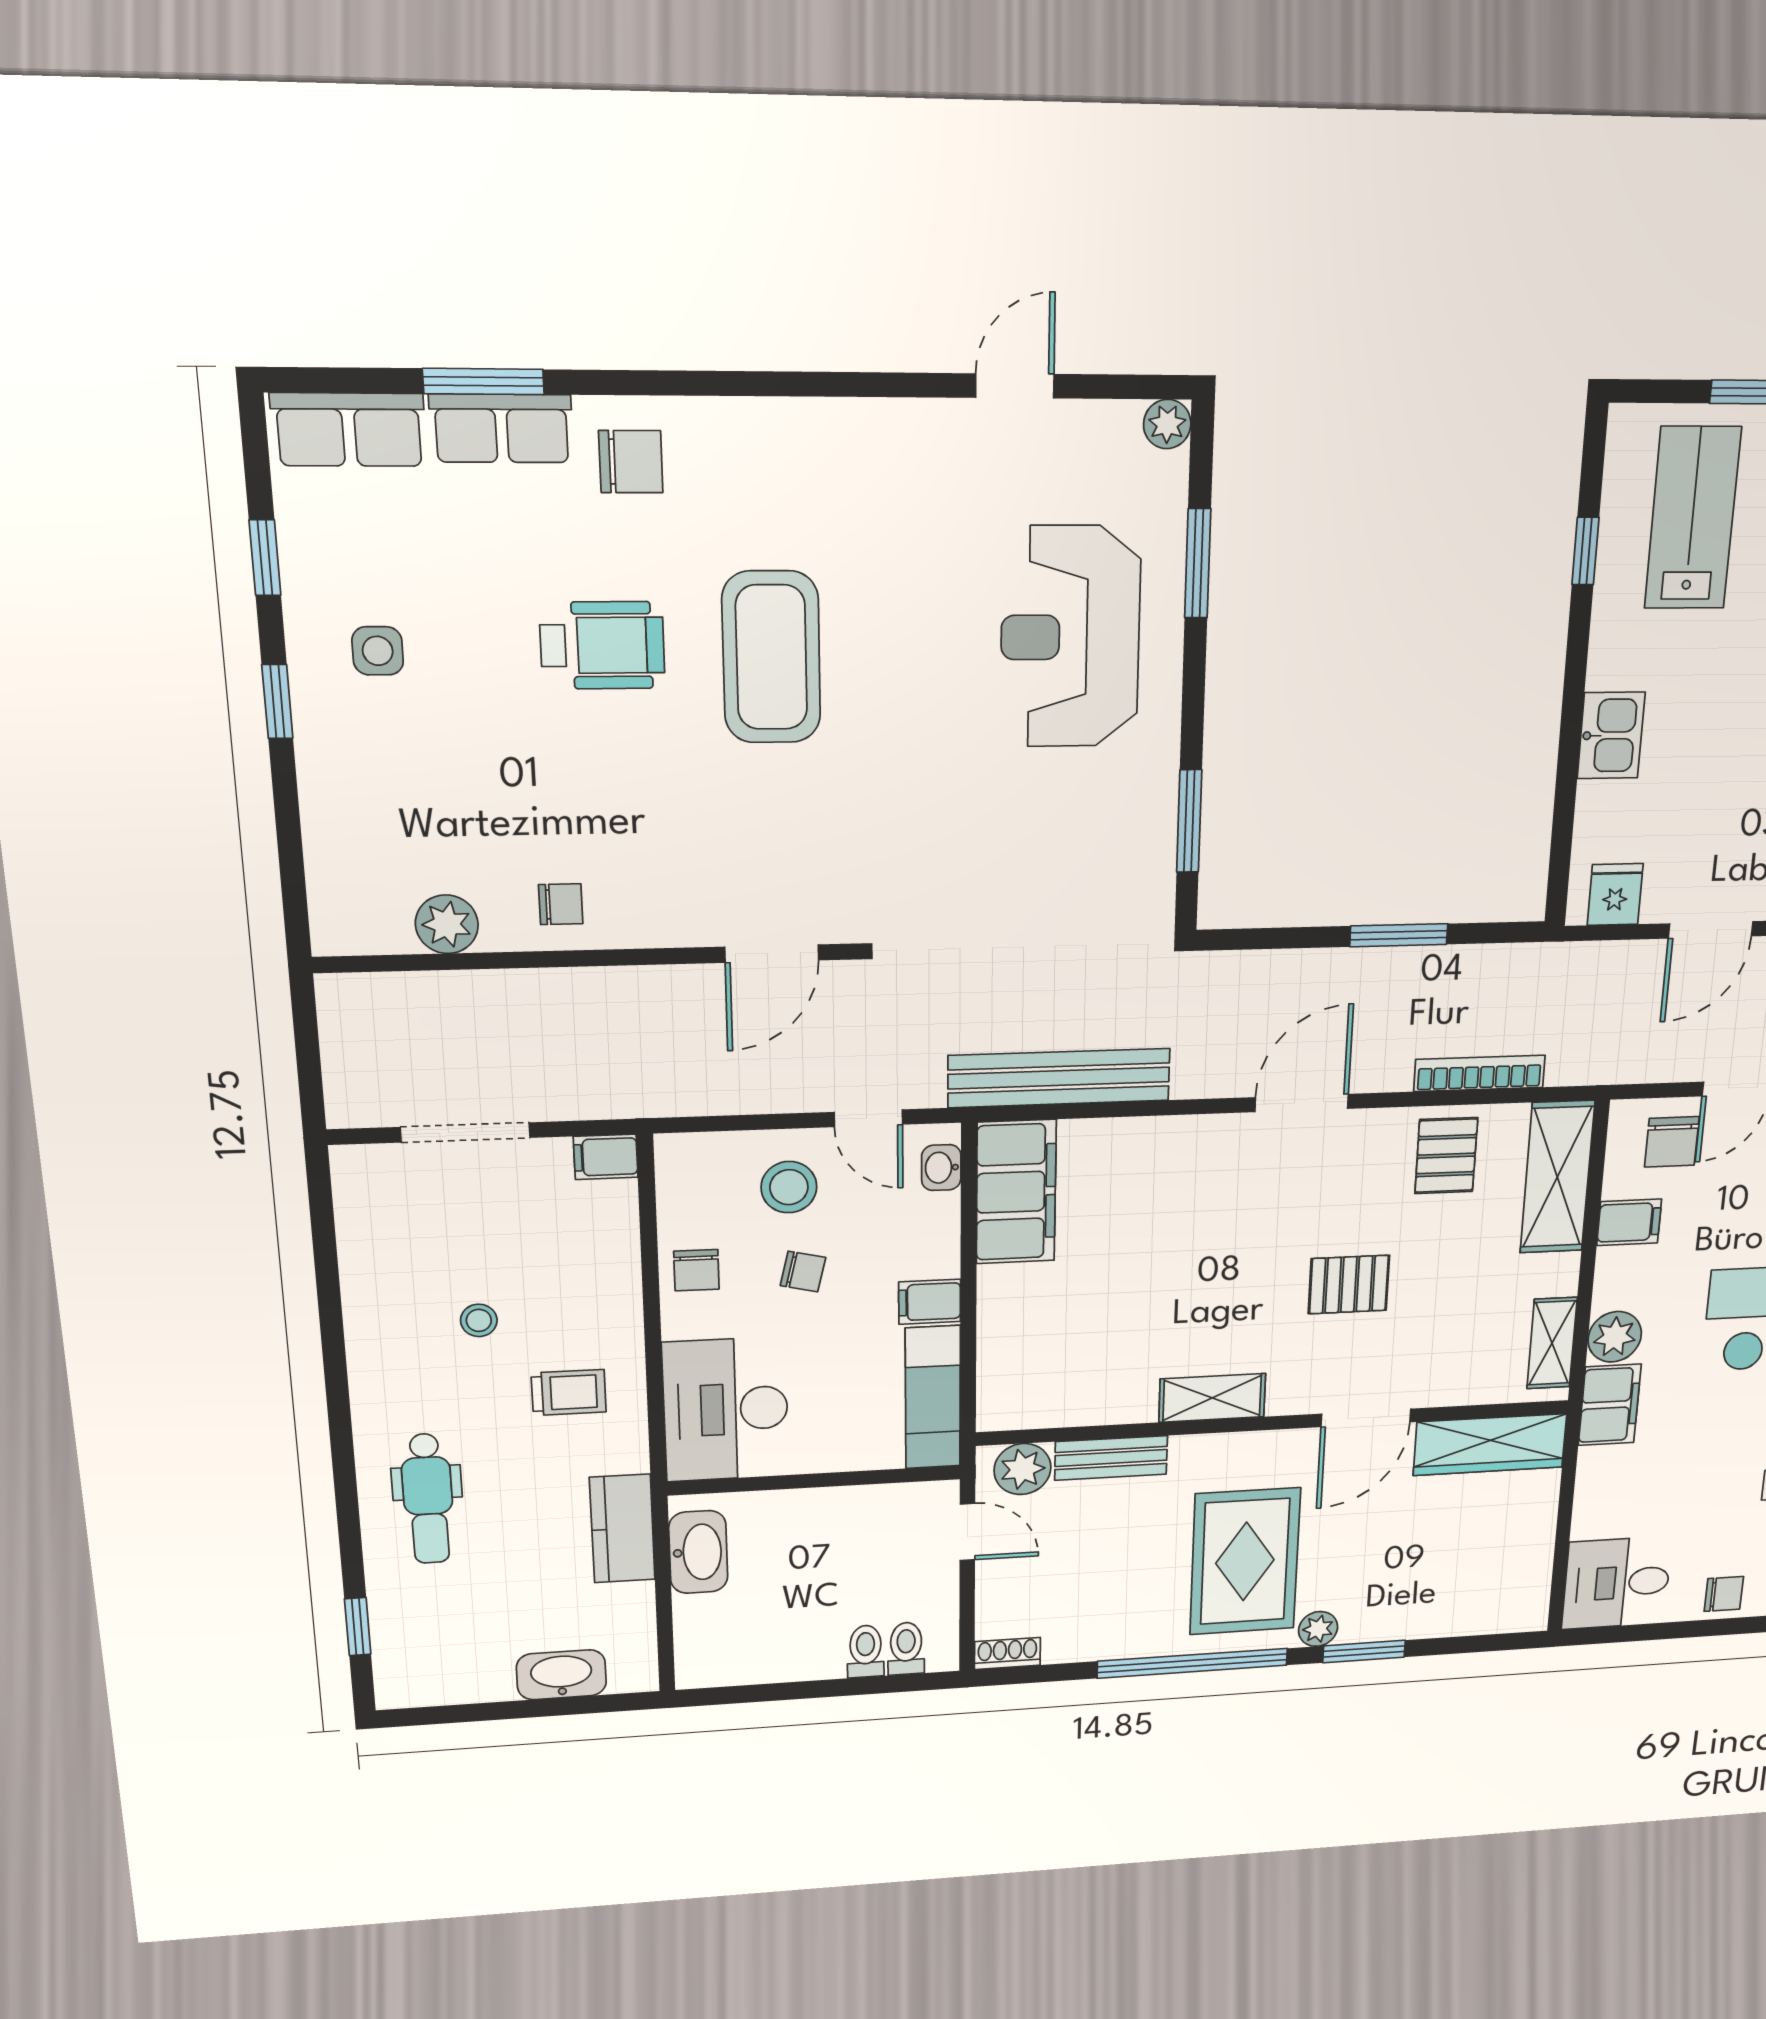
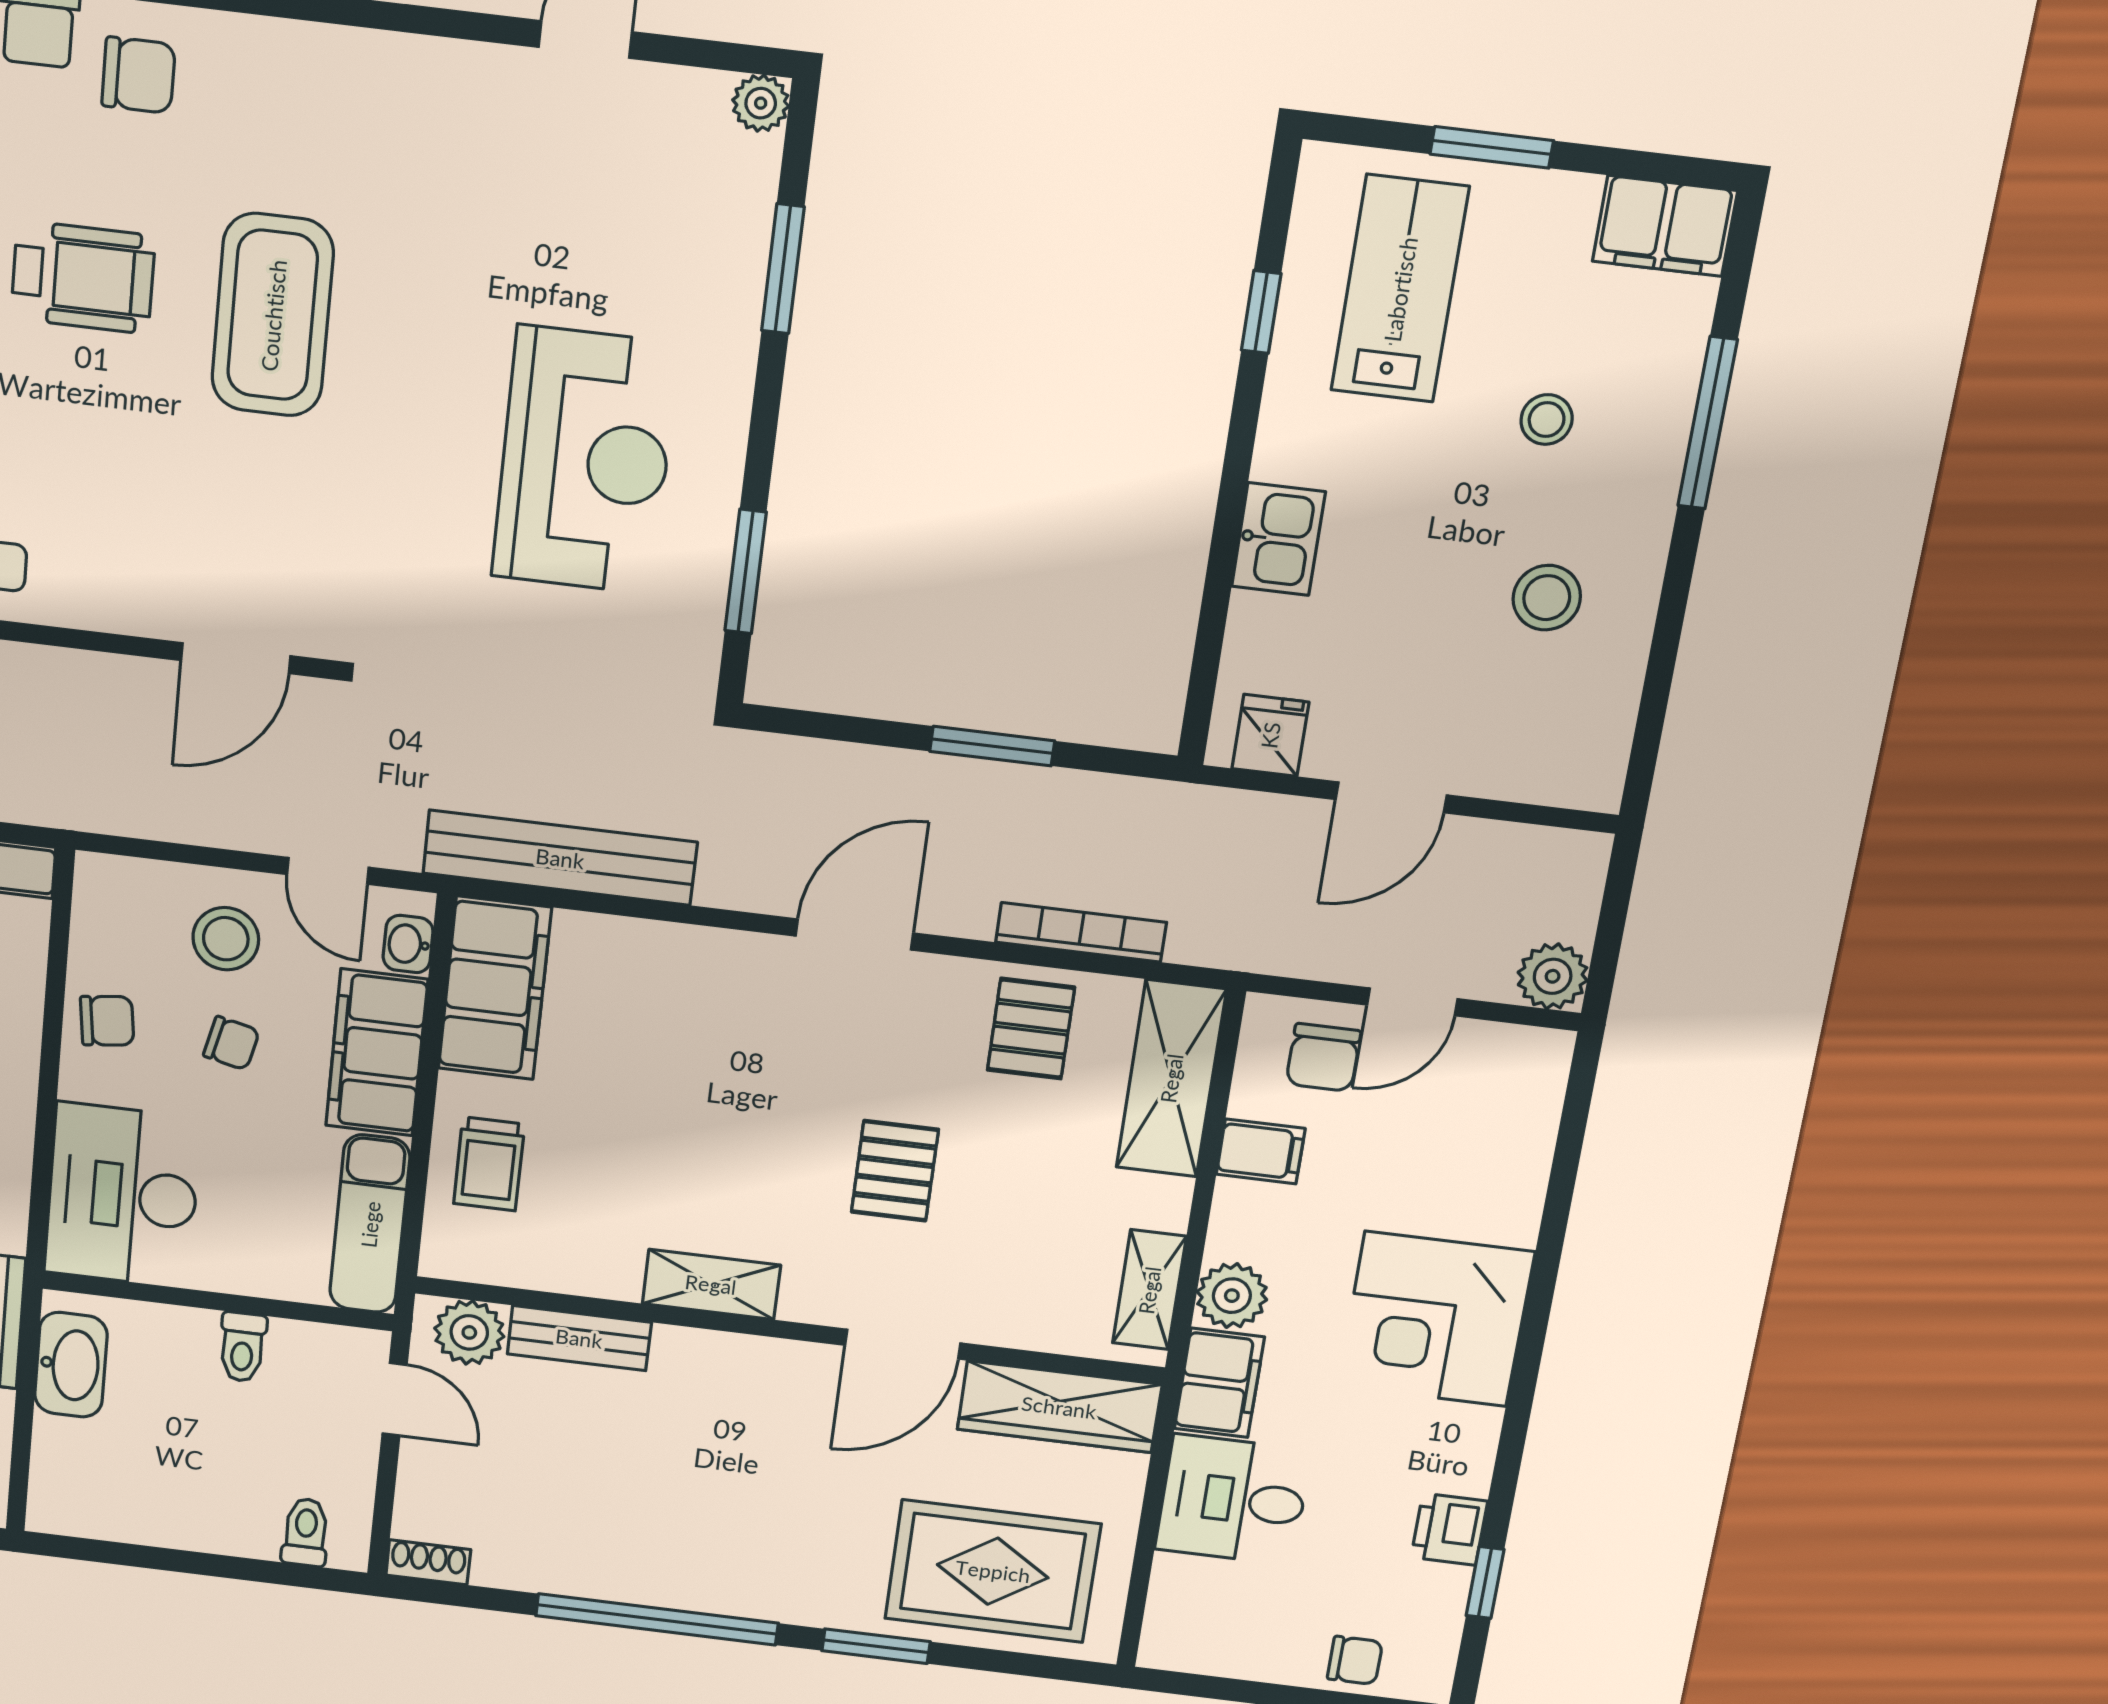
reception desk: (1070, 637) -> (585, 460), moved, turned 180
chair: (696, 1270) -> (107, 1021), turned -97
pallet: (1349, 1285) -> (895, 1171), turned 90
filing cabinet: (930, 1302) -> (377, 1053), width x3.00, depth x1.17
trolley: (1025, 1333) -> (489, 1164), added
rug: (1245, 1561) -> (993, 1571), moved, turned 90
desk: (1617, 1583) -> (1233, 1500), moved
plant: (1318, 1629) -> (820, 1605), removed
toilet: (866, 1651) -> (242, 1347), moved, turned 180

